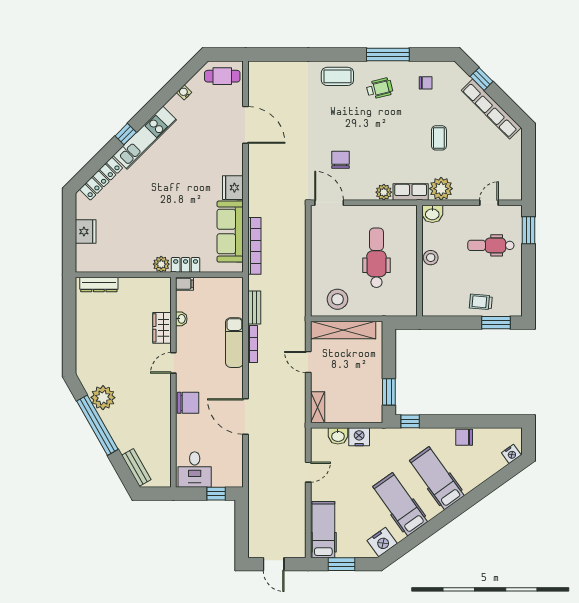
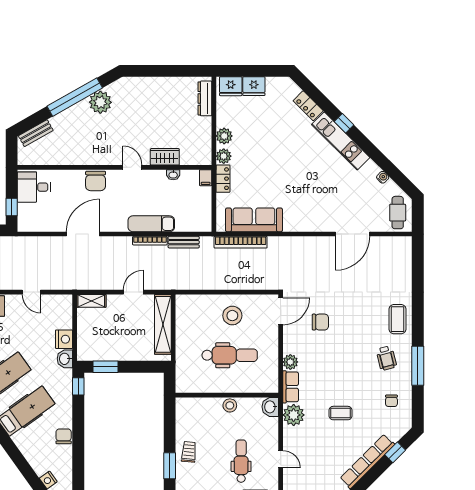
locker: (101, 179) -> (308, 106), width x0.66
fridge: (233, 188) -> (231, 86), moved, turned 180
plant: (139, 264) -> (224, 136), added
stool: (337, 299) -> (232, 316), moved
washbasin: (338, 436) -> (65, 359), moved

